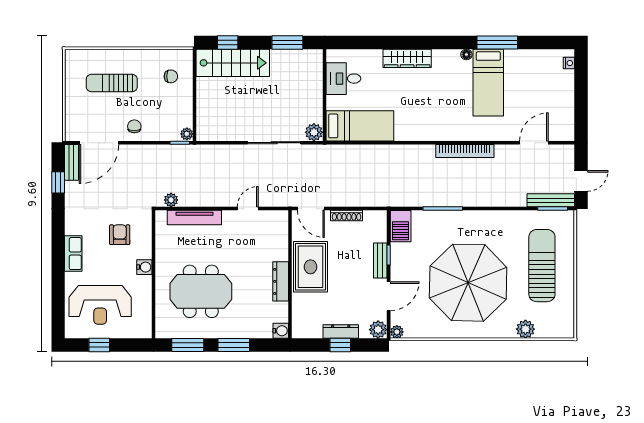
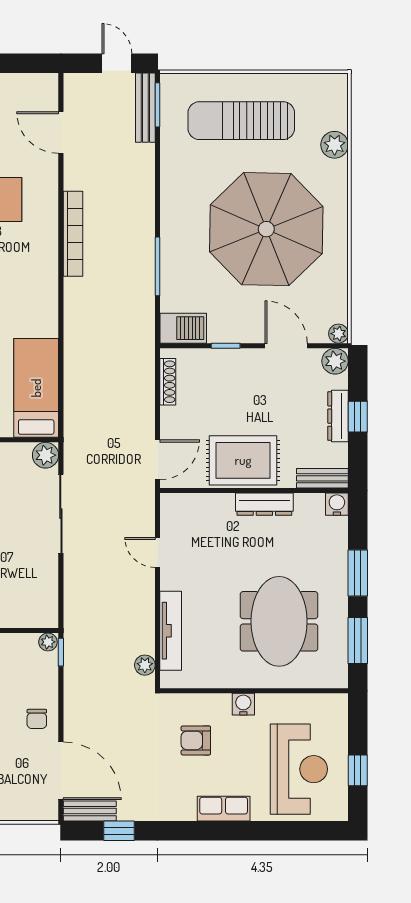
chair: (134, 126) -> (37, 719), turned -90
shoe rack: (347, 216) -> (168, 382), moved
bench: (380, 260) -> (322, 478), moved

